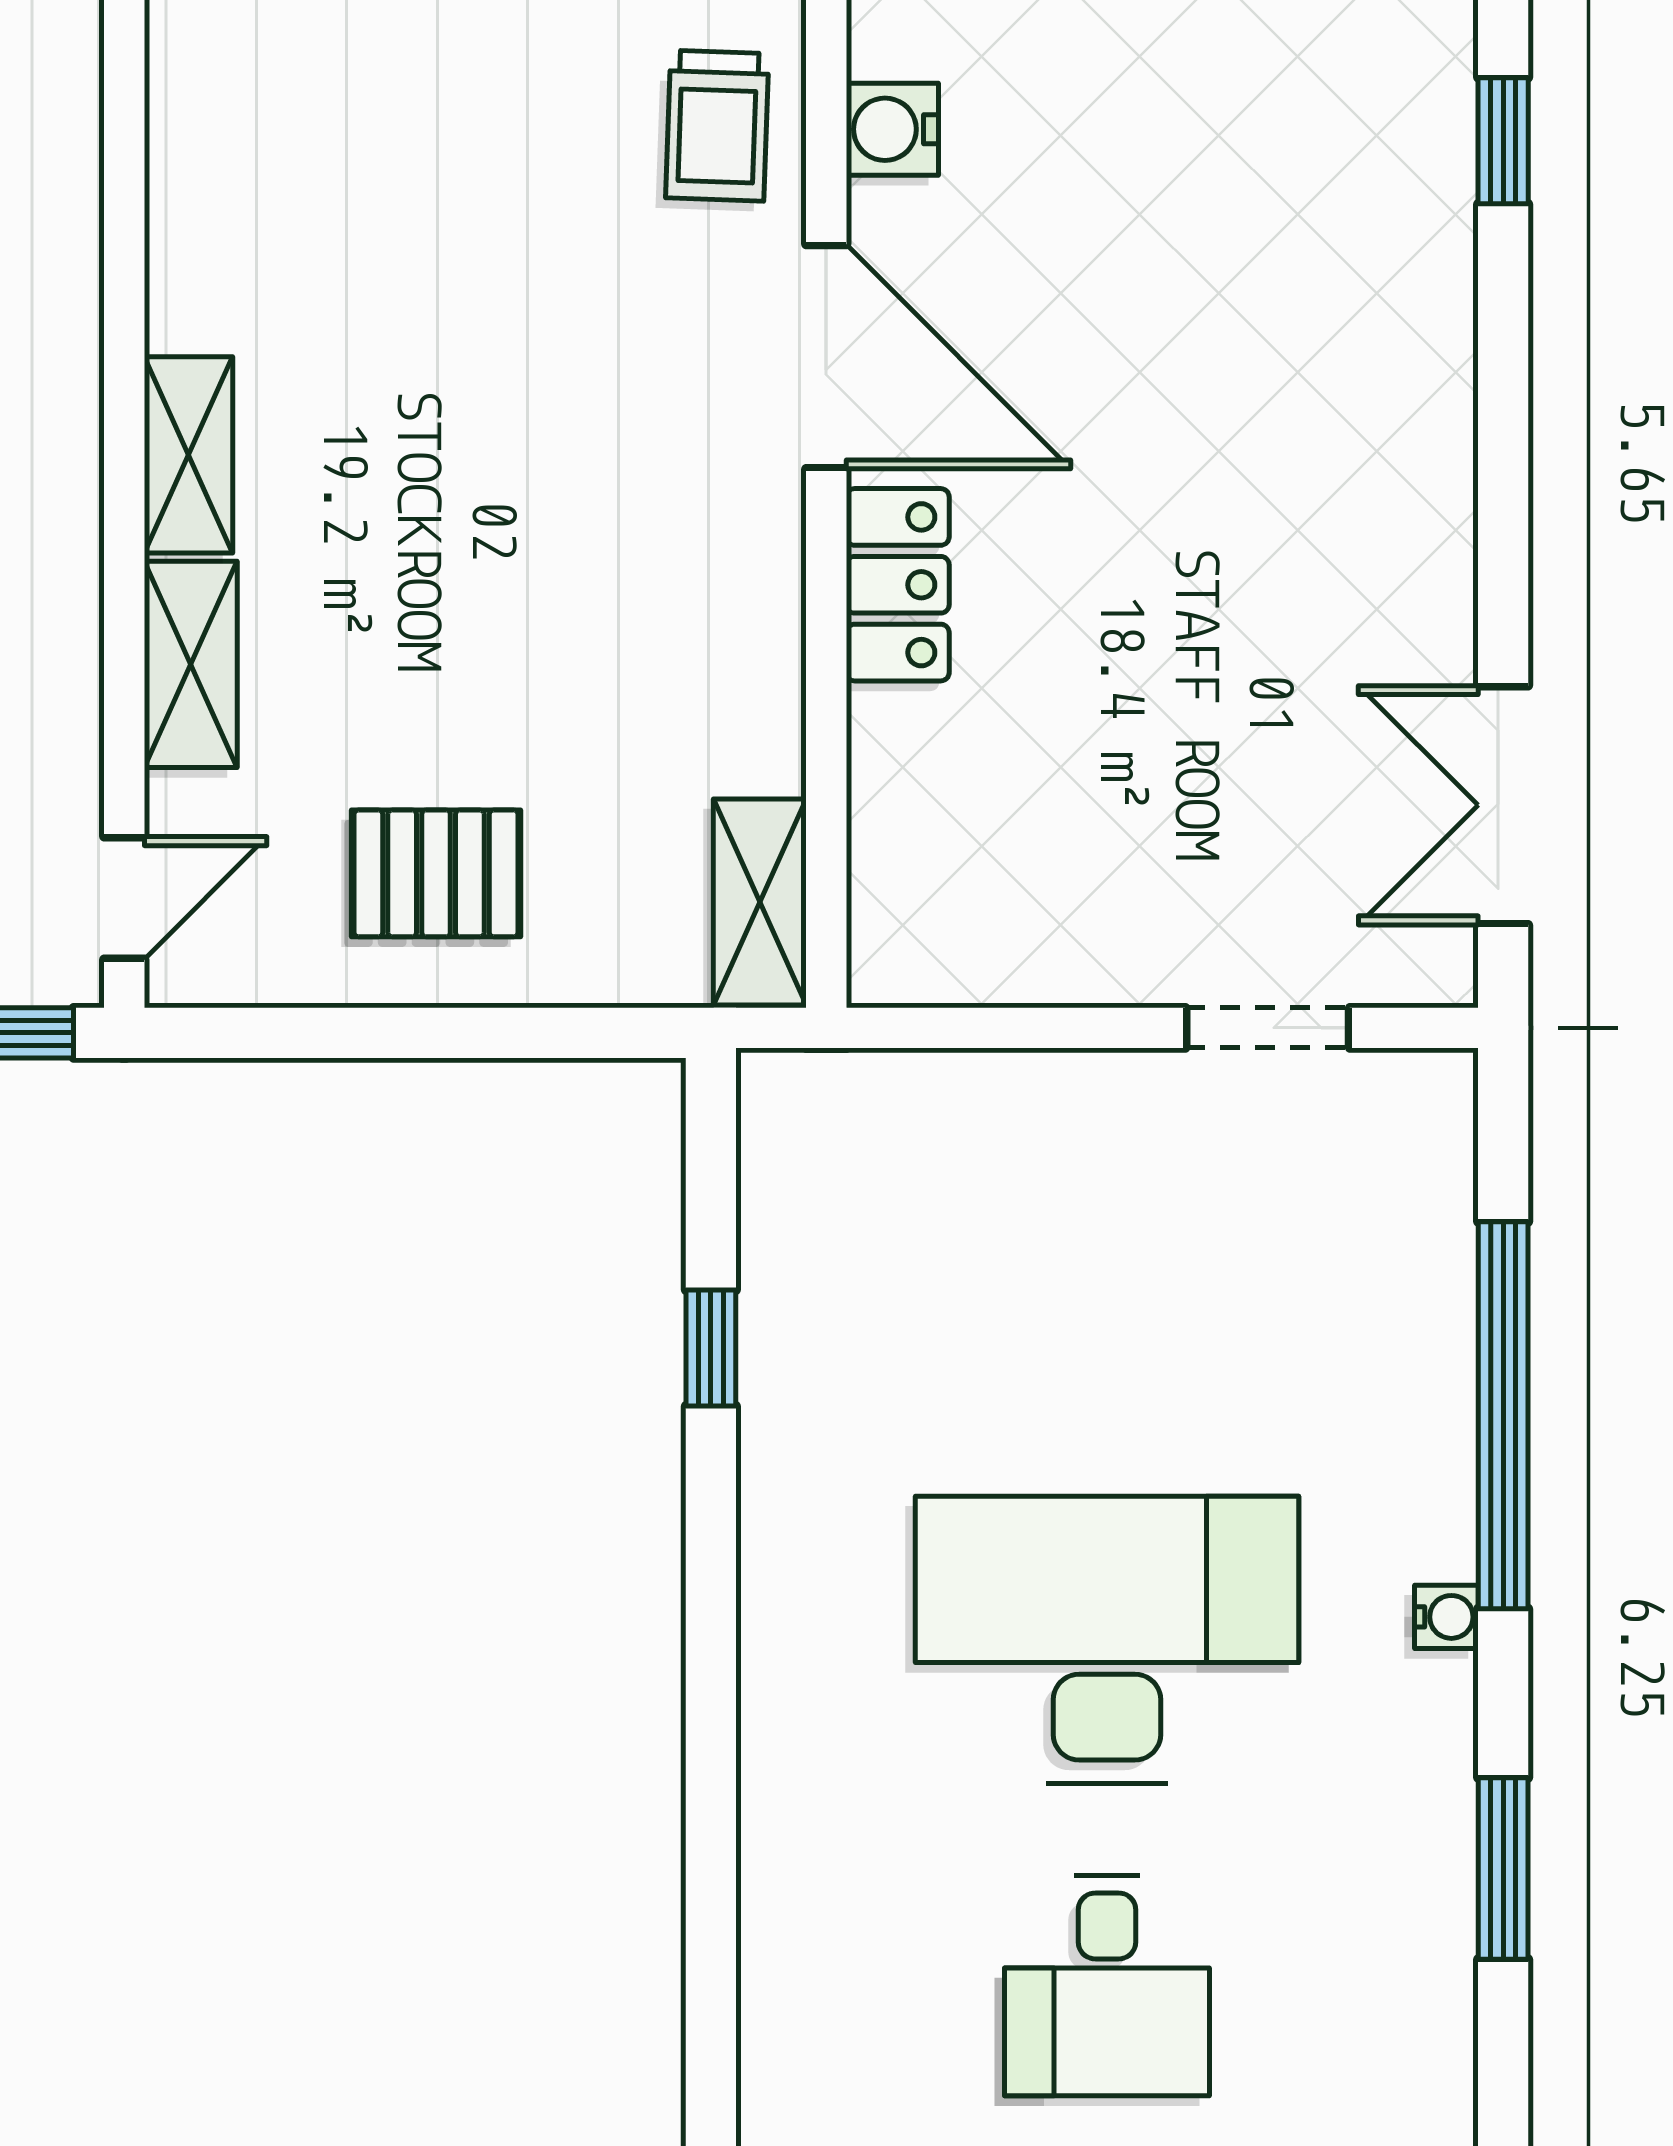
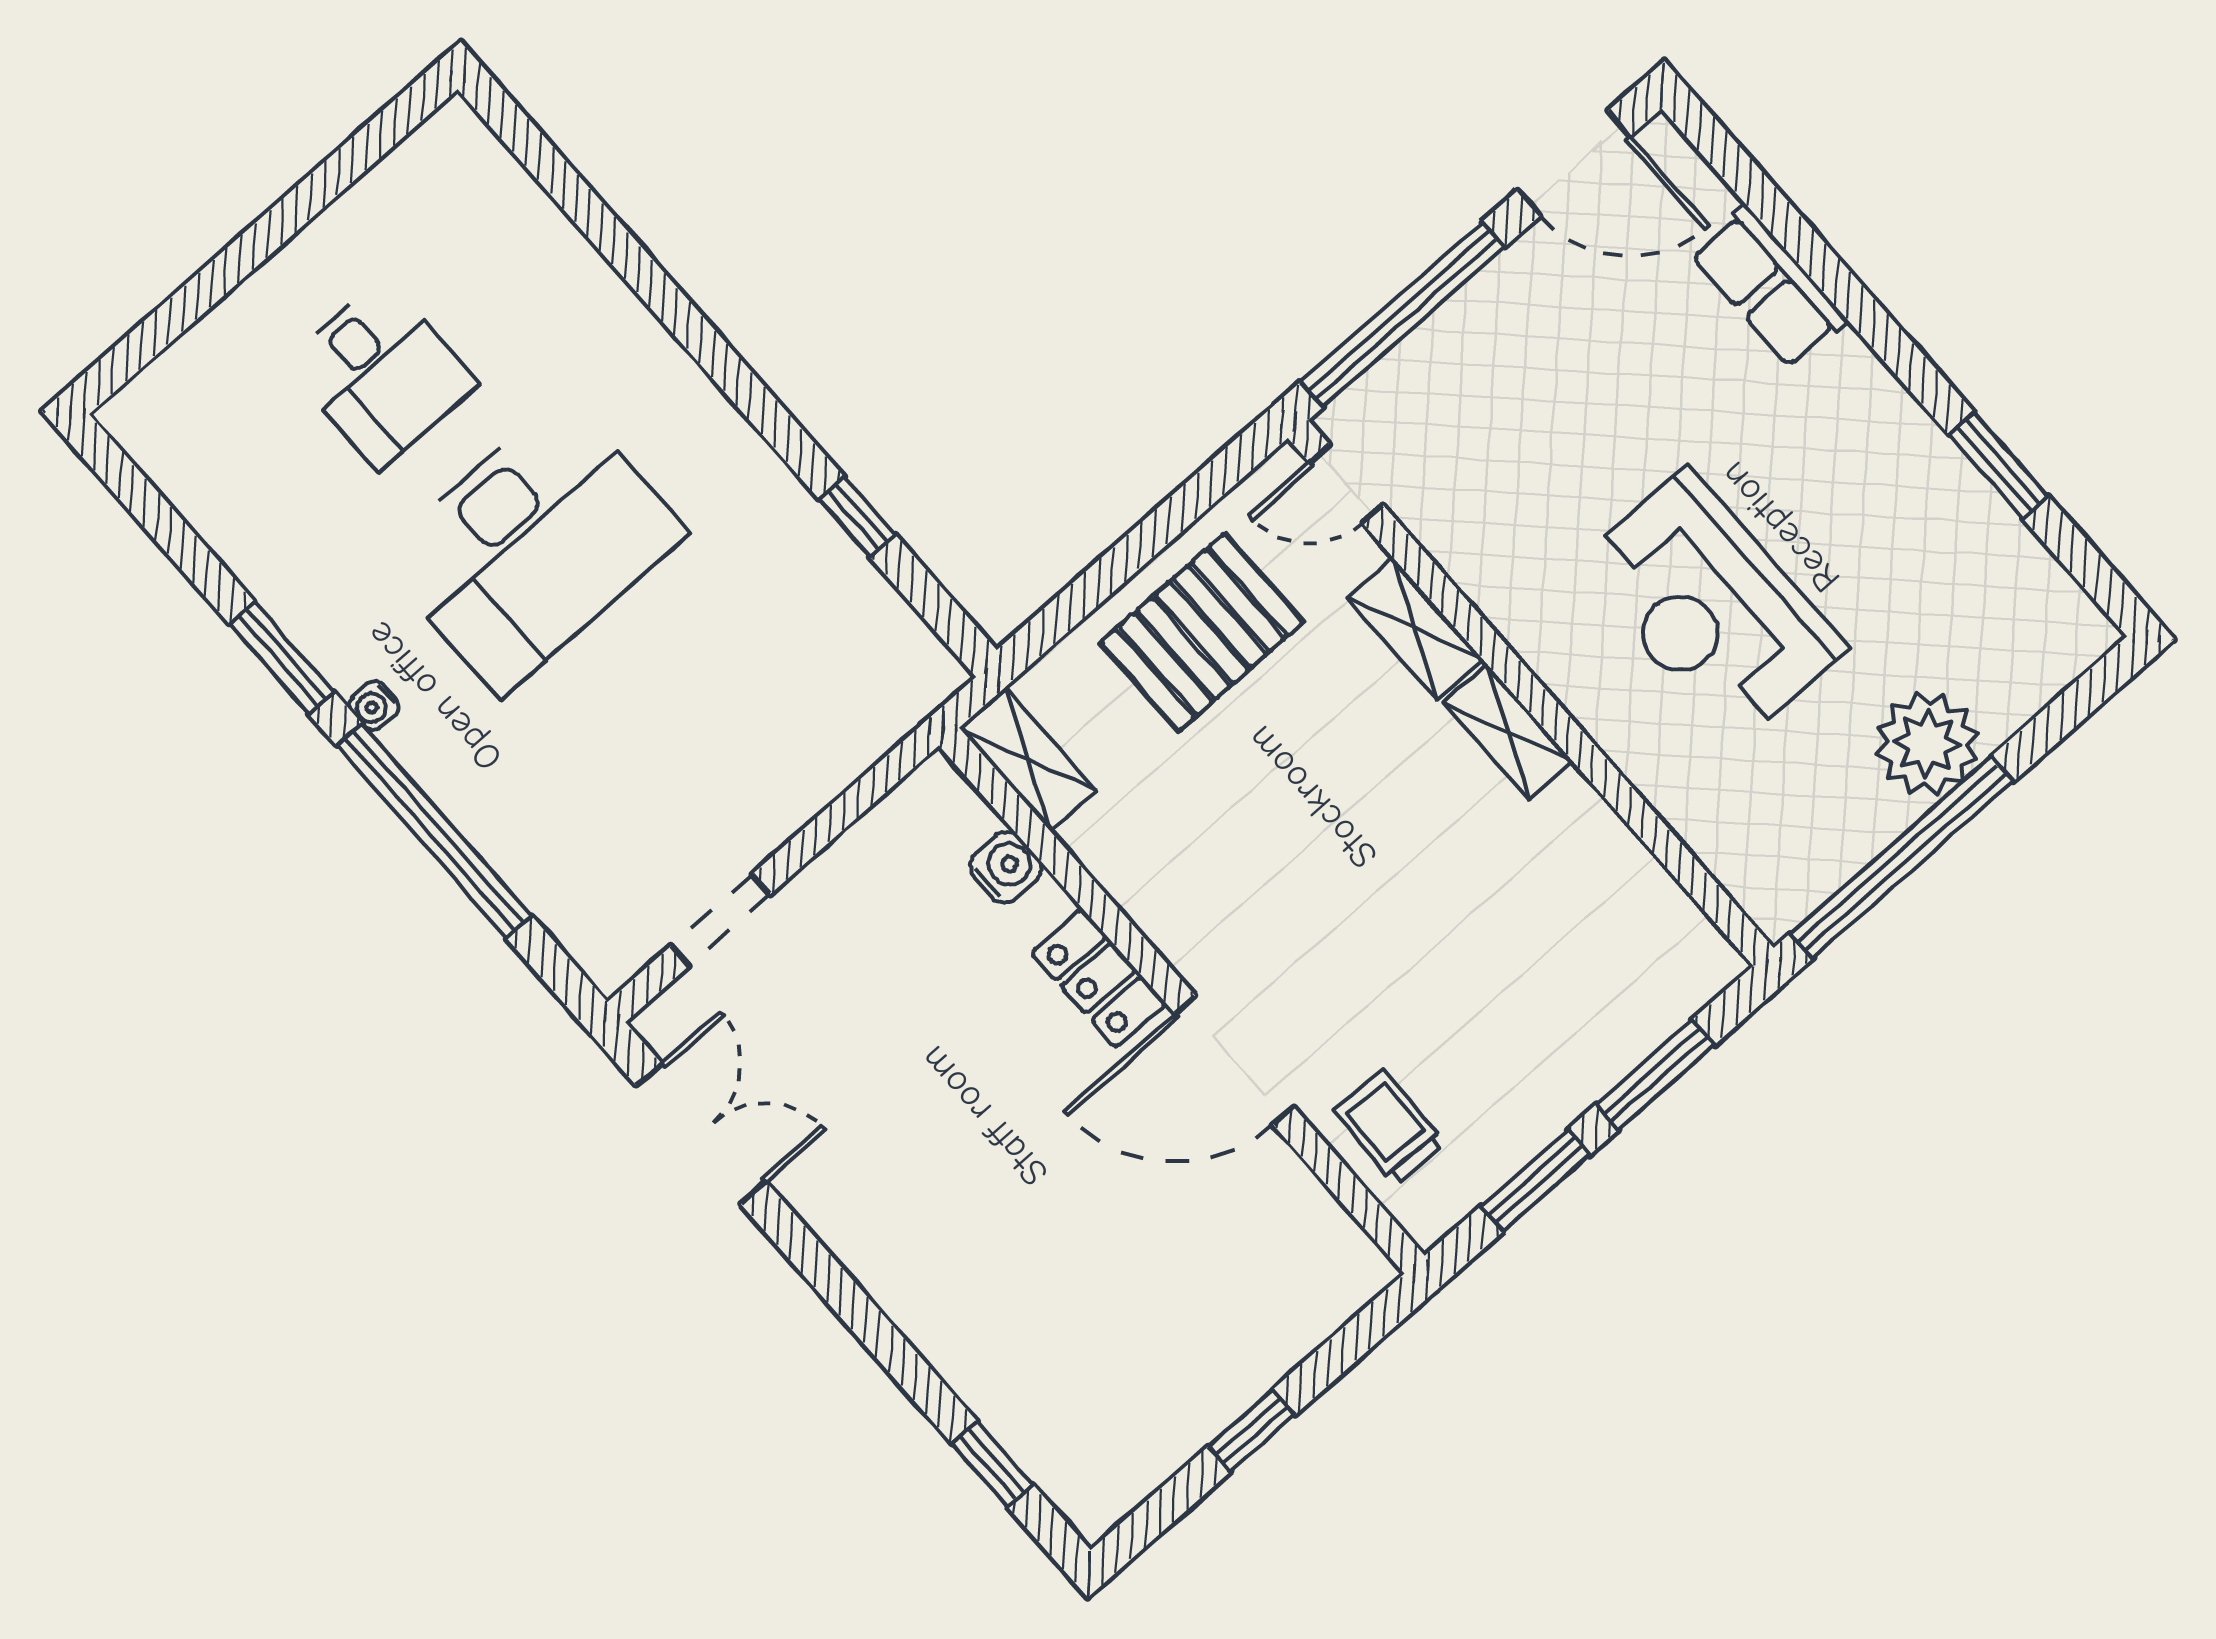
water cooler: (892, 129) -> (1006, 867), moved
pallet: (436, 873) -> (1202, 632), width x1.50, depth x1.42
door: (124, 898) -> (1346, 484), hinge flipped
window: (1503, 1869) -> (282, 658), moved
desk: (1107, 1986) -> (381, 374), turned 180

